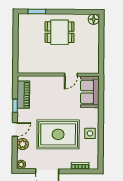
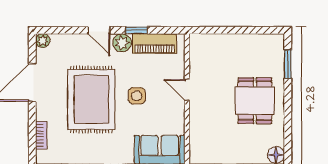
door: (71, 75) -> (187, 90), moved
side table: (90, 133) -> (137, 96), moved
plant: (23, 144) -> (122, 43), moved

